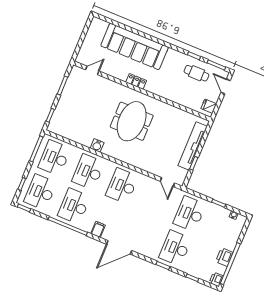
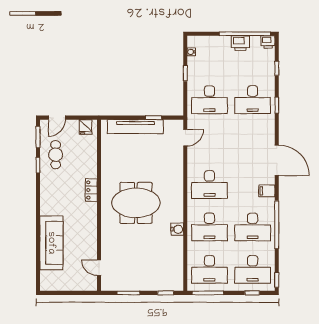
sofa: (134, 46) -> (51, 243), width x0.74, depth x0.79
locker: (136, 81) -> (91, 190), moved

